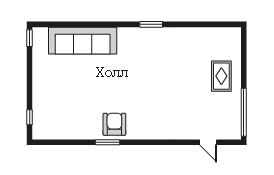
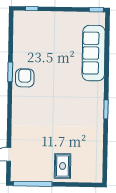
rug: (221, 76) -> (63, 166), turned 90
armchair: (114, 124) -> (25, 78), turned -90

